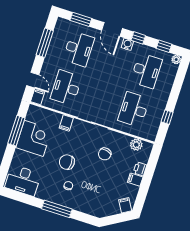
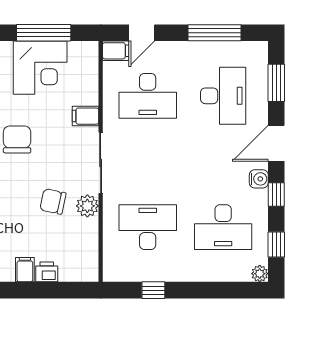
desk: (79, 49) -> (223, 96), turned -90
desk: (66, 88) -> (148, 96), turned 180
plant: (136, 145) -> (87, 206), moved

